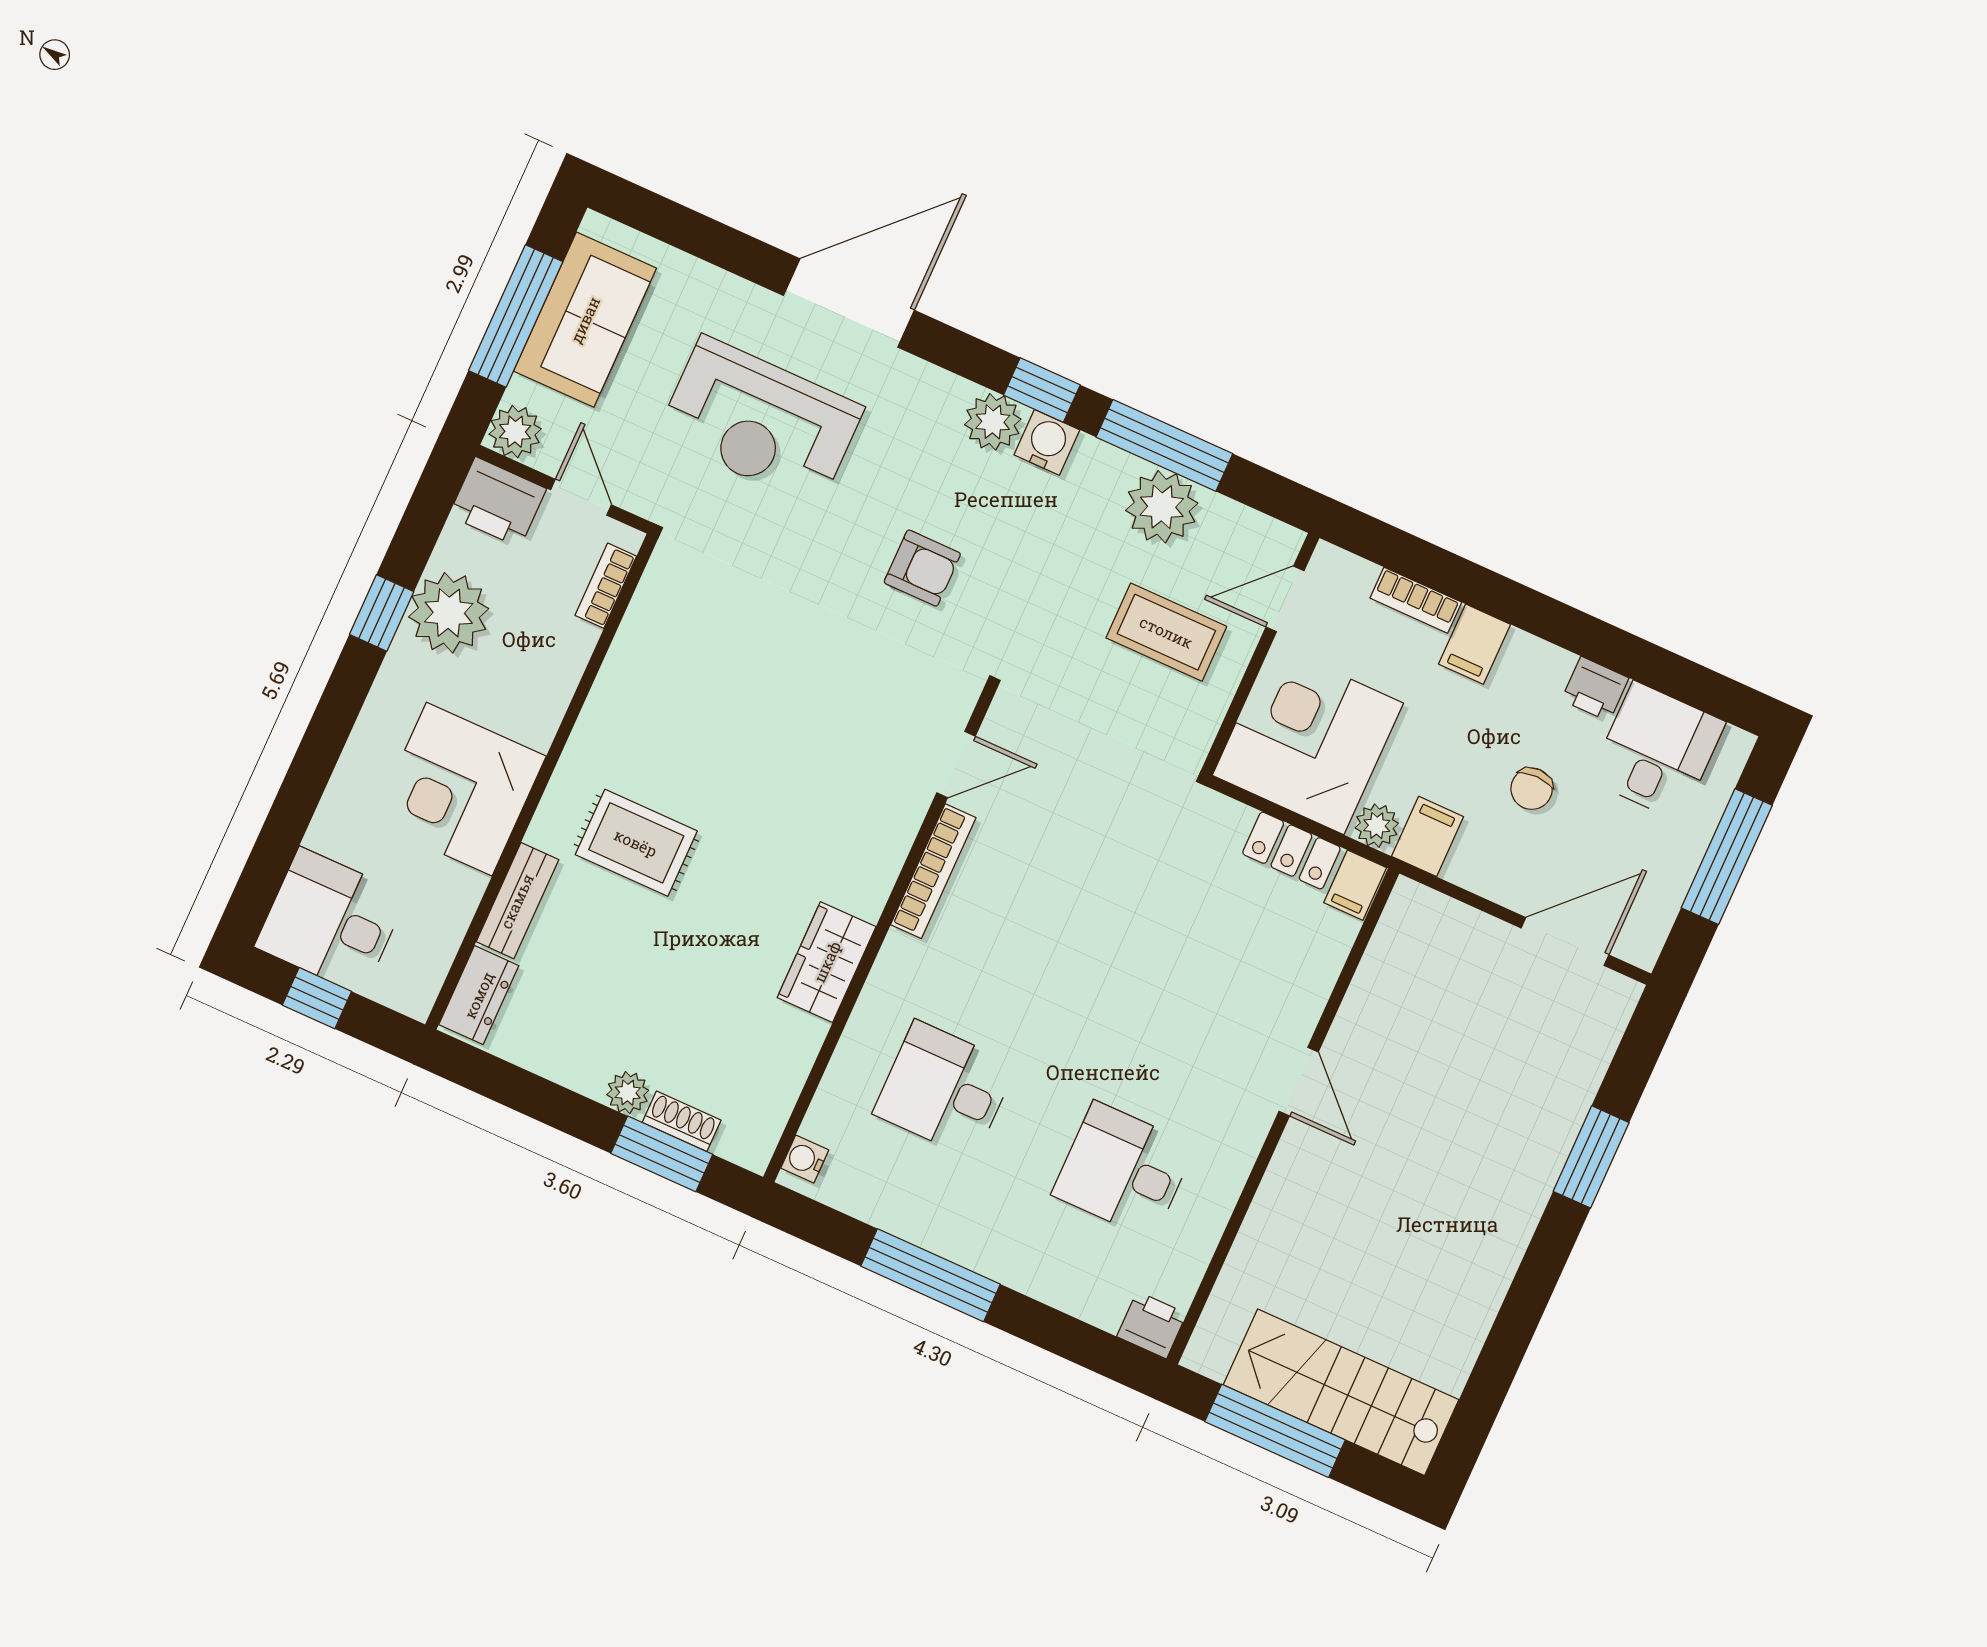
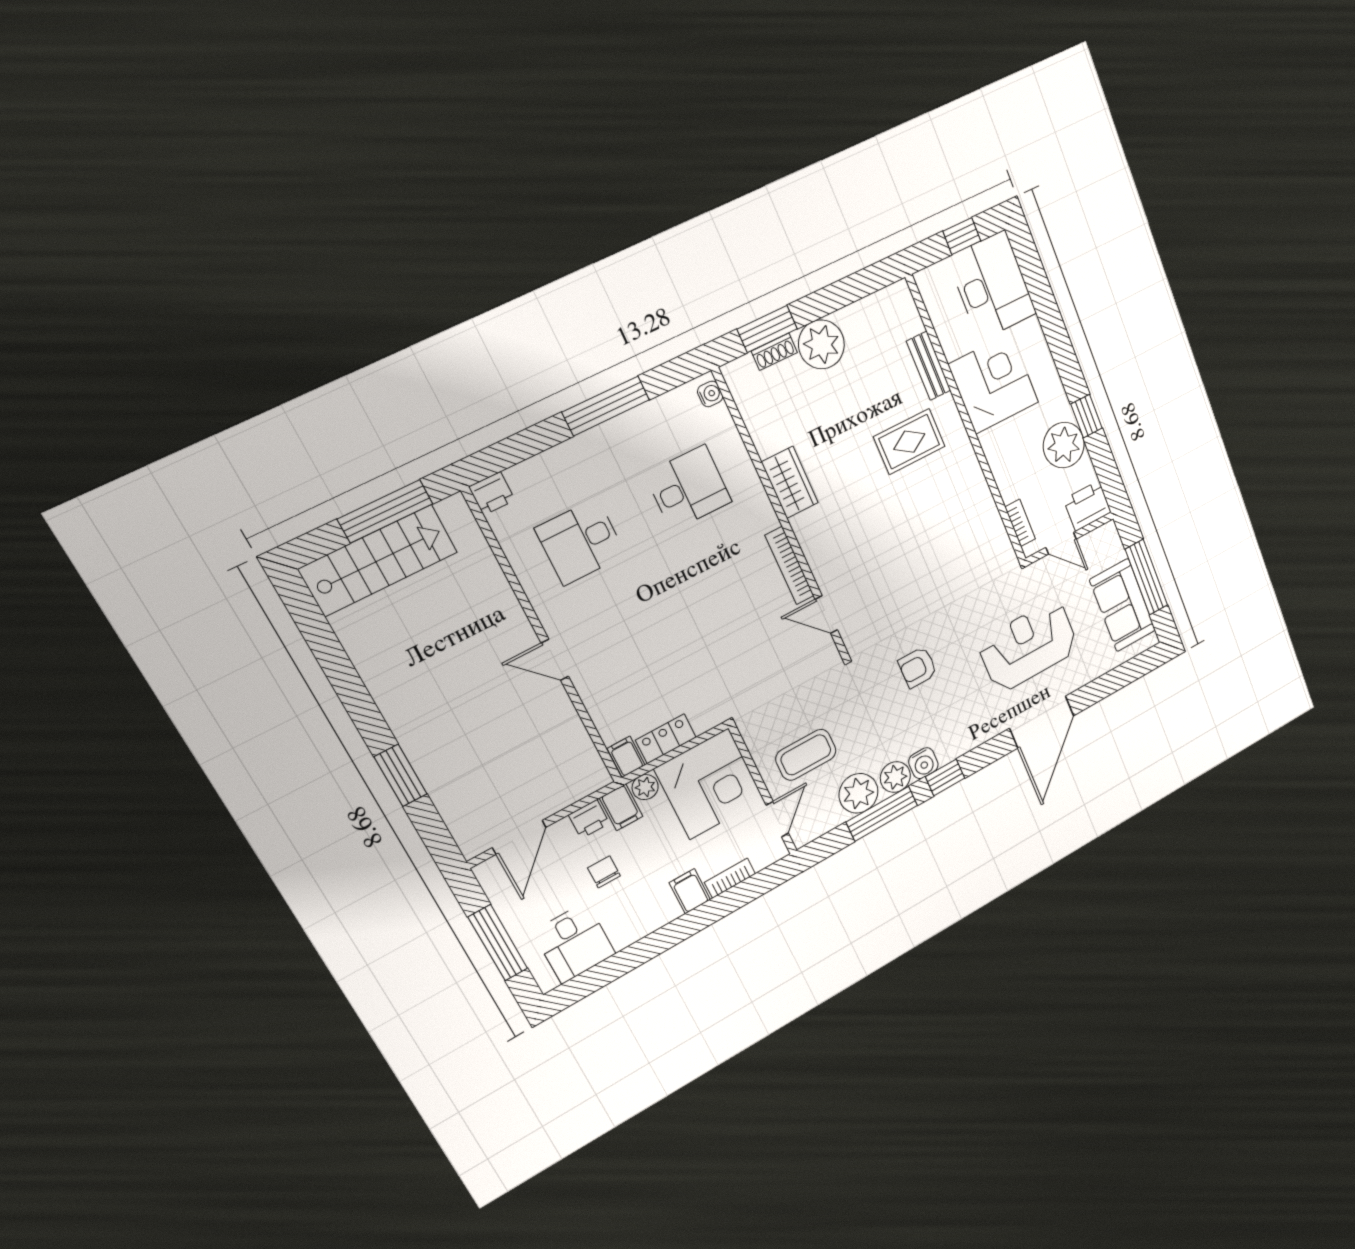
plant: (993, 422) -> (895, 777), moved
plant: (515, 432) -> (1107, 538), removed
printer: (1595, 689) -> (589, 819), moved, turned 180
door: (956, 765) -> (826, 615), hinge flipped
desk: (331, 921) -> (992, 286), width x1.37
dresser: (479, 995) -> (904, 310), removed
plant: (628, 1093) -> (821, 344), width x1.87, depth x1.87
desk: (1123, 1170) -> (581, 542), turned 180

